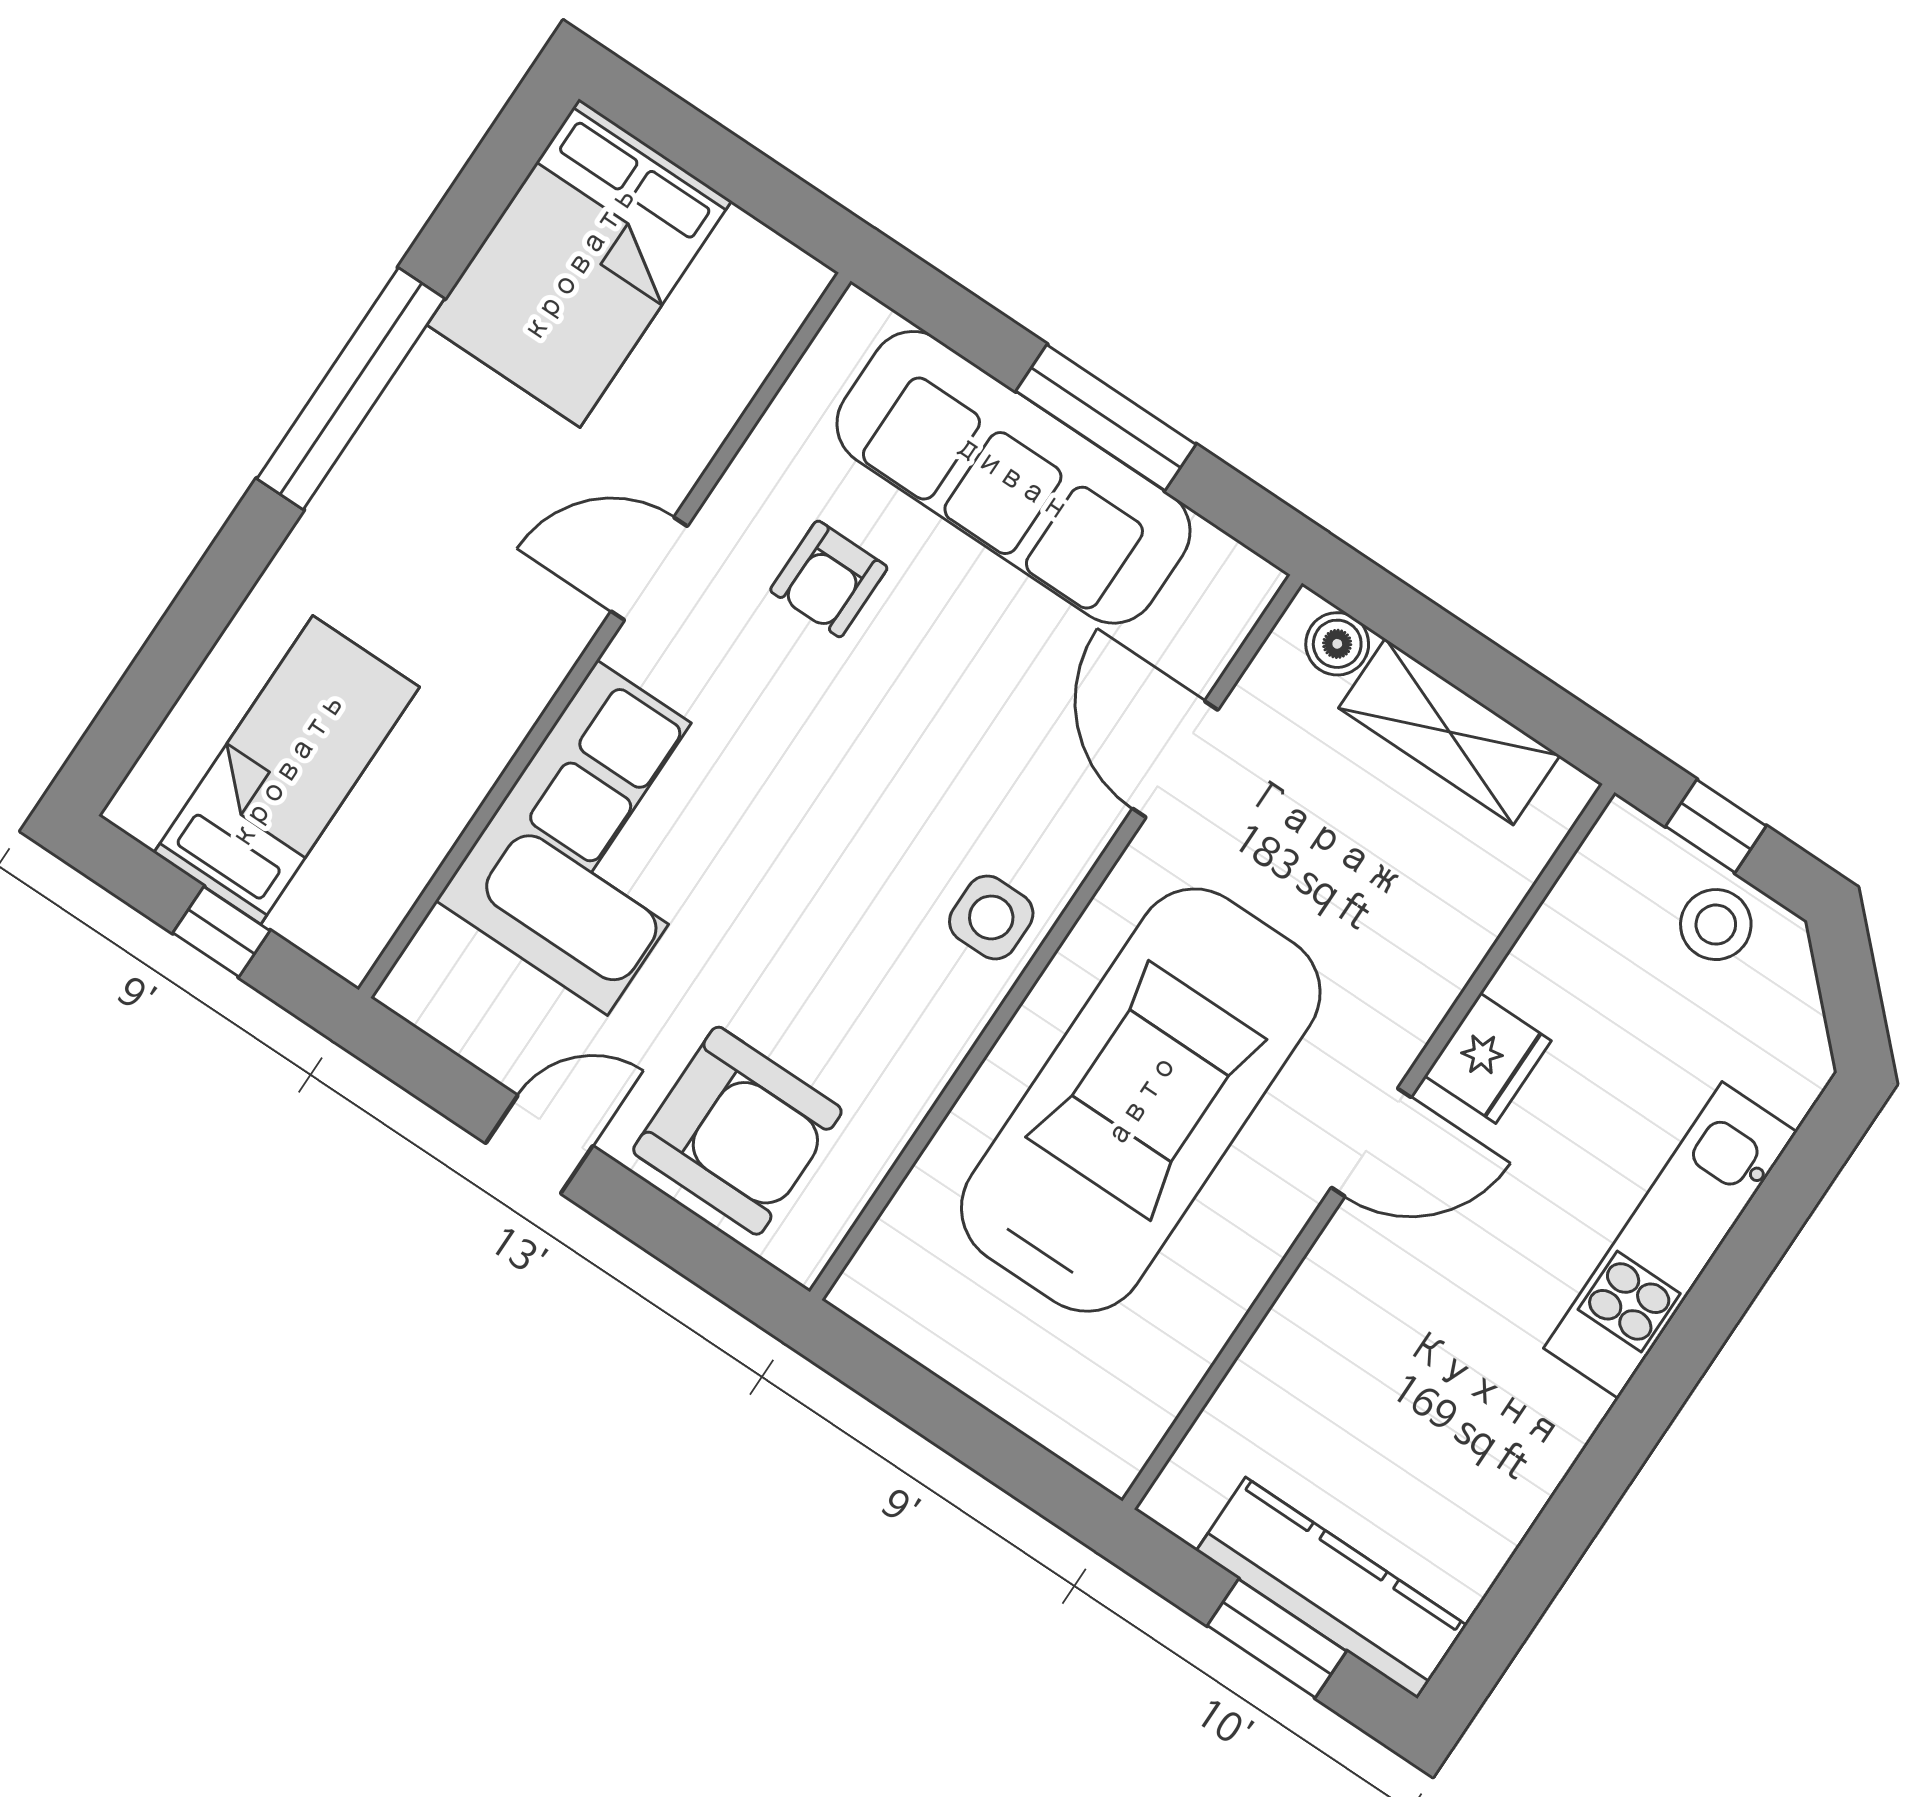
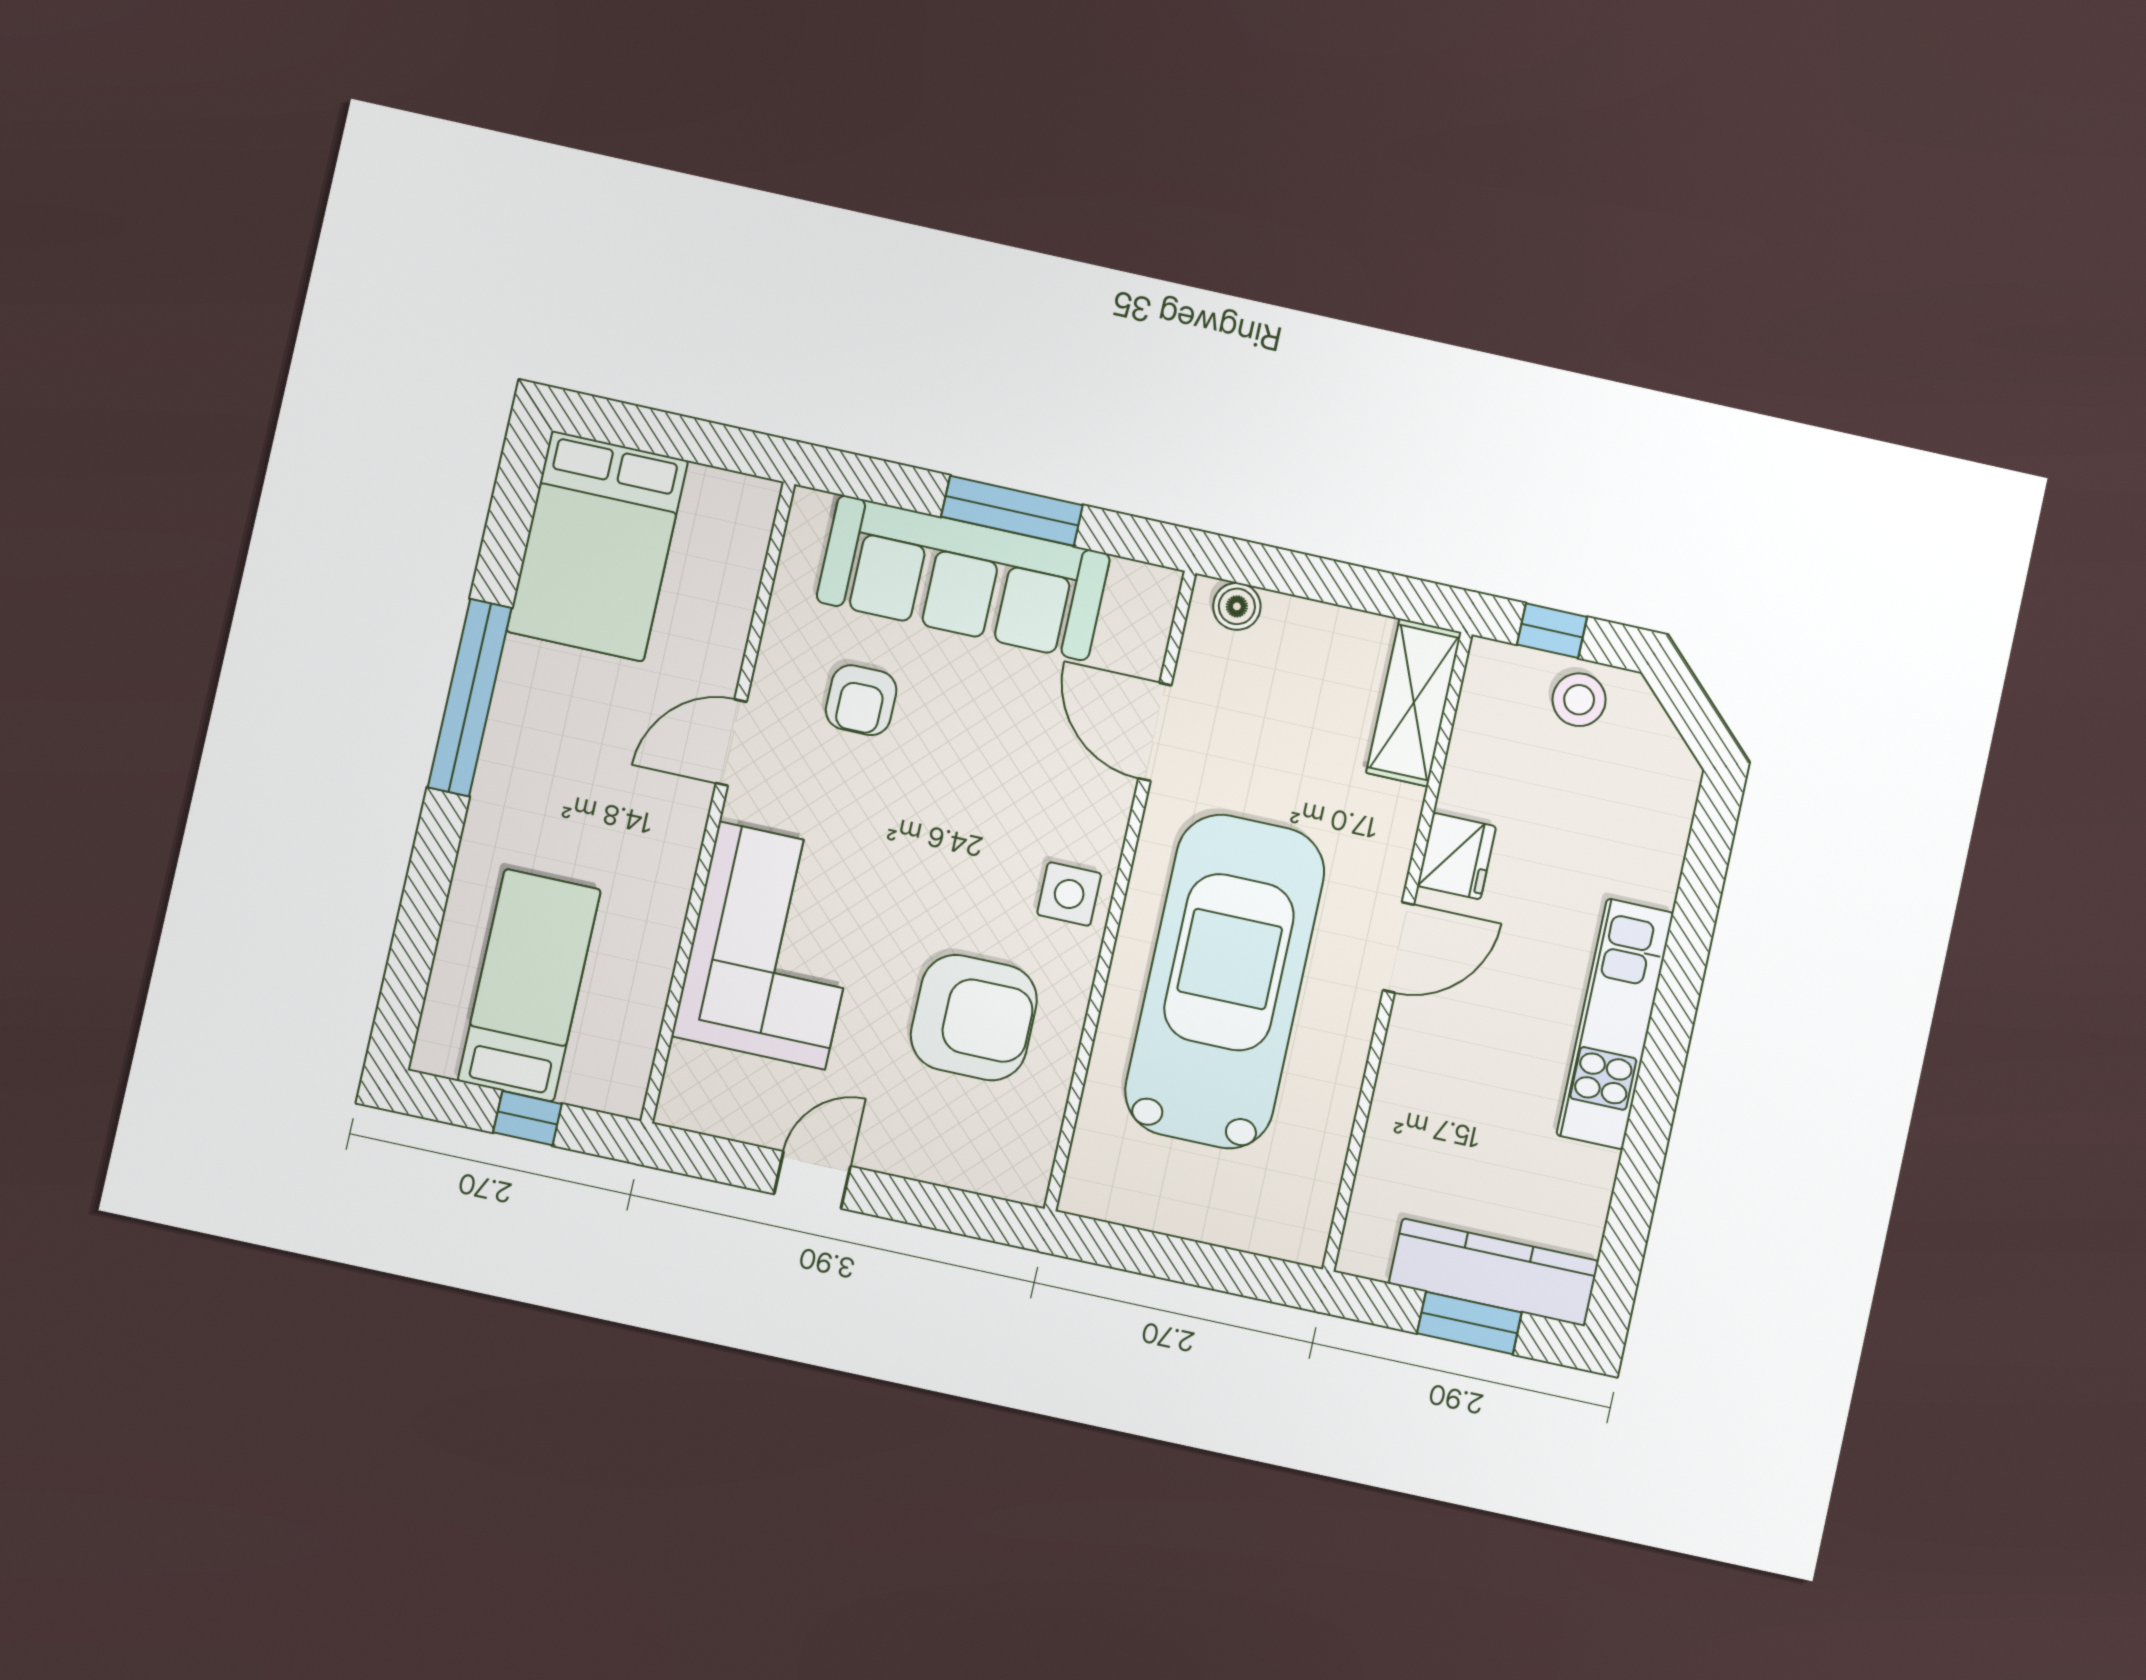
shelving: (1449, 732) -> (1414, 702), moved, turned 90
armchair: (737, 1131) -> (974, 1018), moved
kitchen unit: (1670, 1240) -> (1615, 1024), moved

